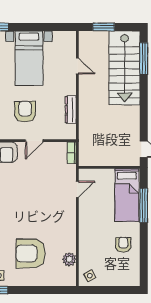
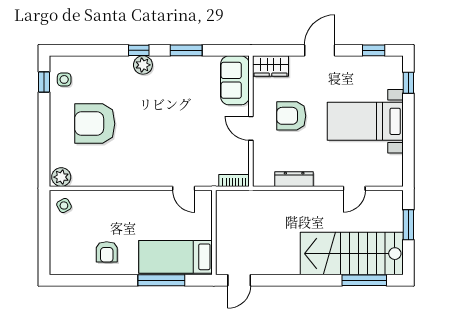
armchair: (25, 112) -> (291, 116), turned 180
armchair: (123, 245) -> (107, 252), turned 90
armchair: (31, 253) -> (95, 124), turned -90
plant: (69, 259) -> (61, 177), moved

